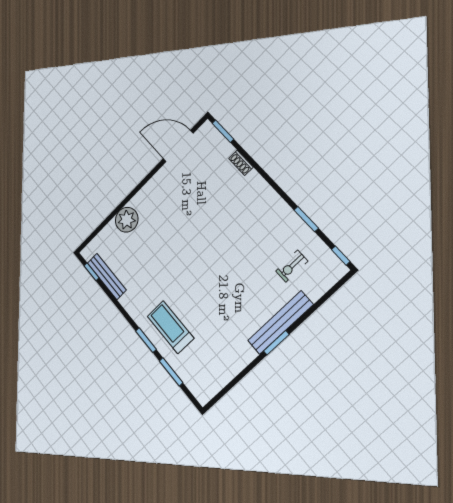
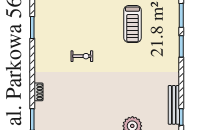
exercise bike: (292, 266) -> (82, 56), moved
treadmill: (170, 327) -> (133, 24), moved

